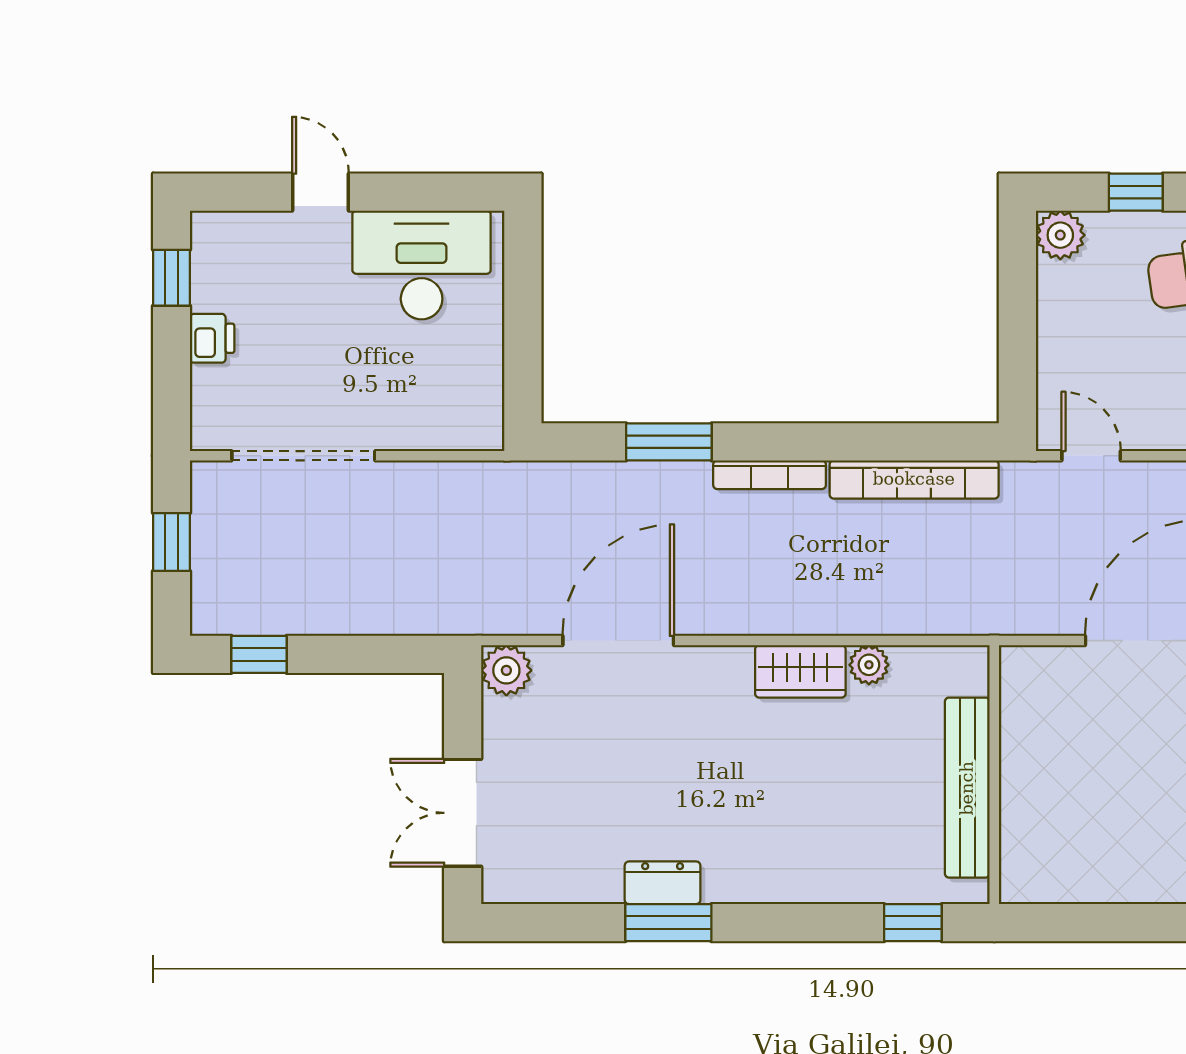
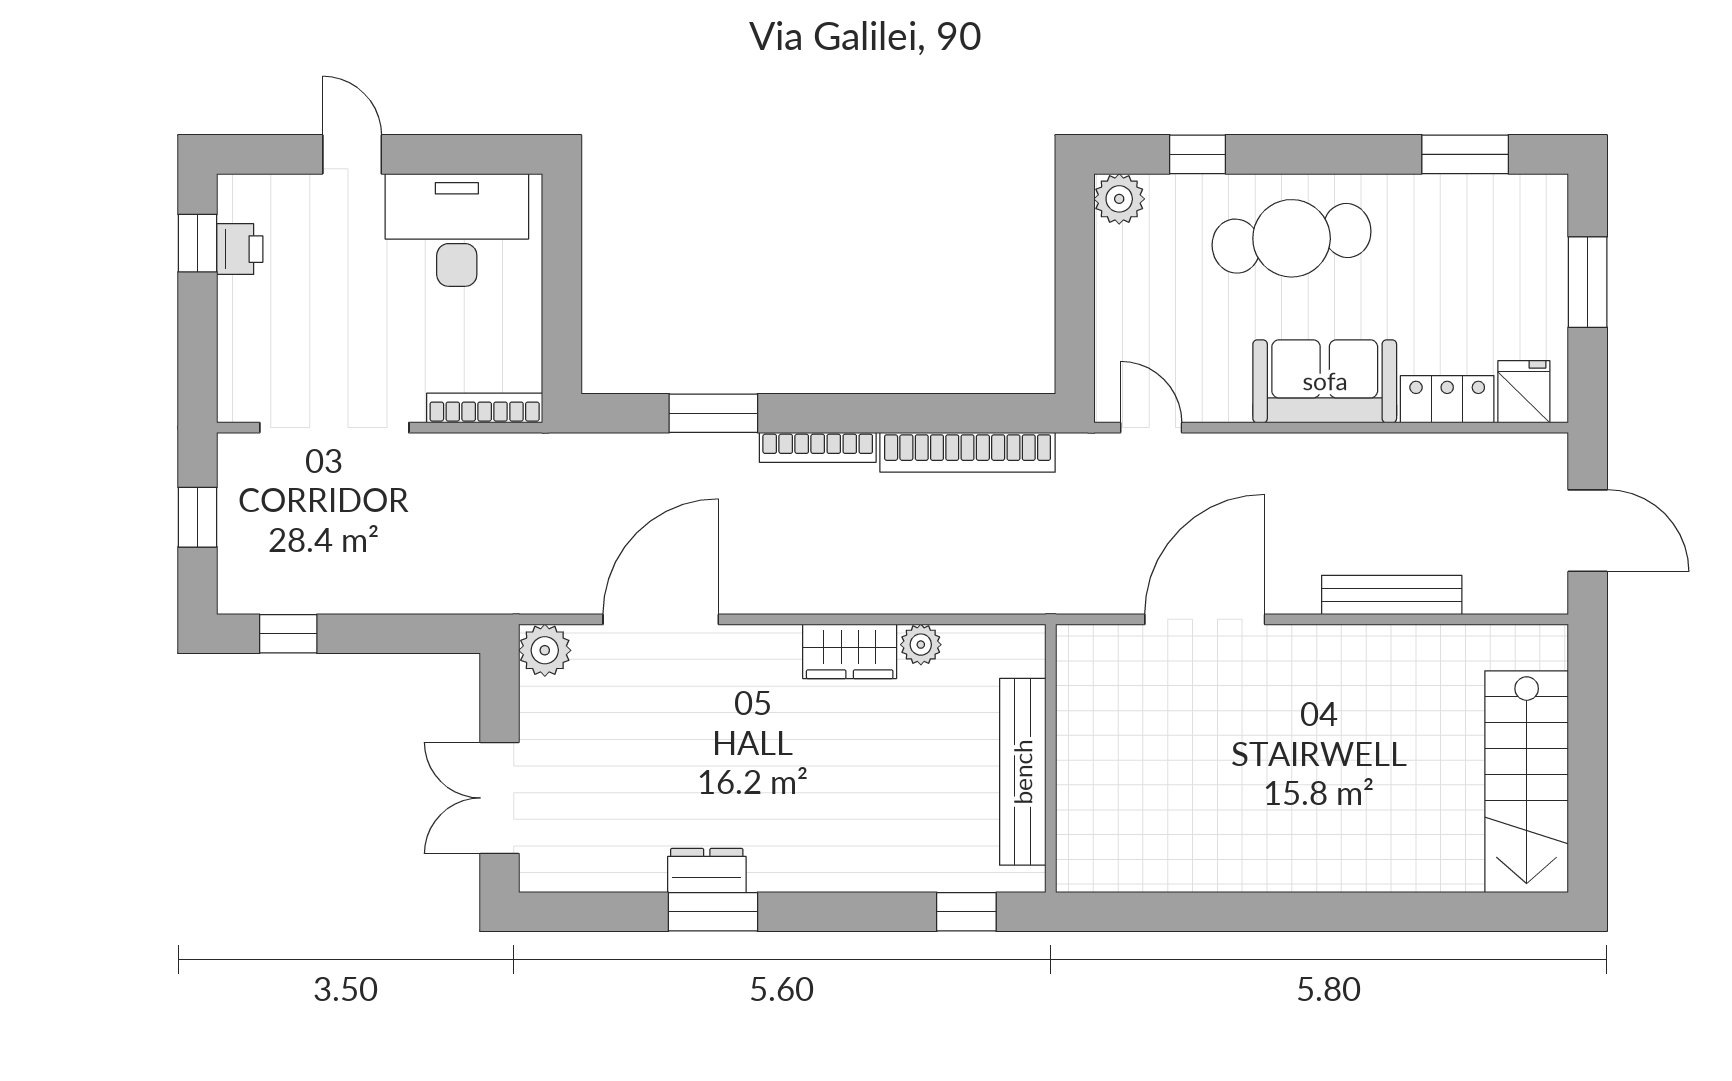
printer: (212, 338) -> (240, 249), moved
bookcase: (448, 437) -> (485, 408), added

